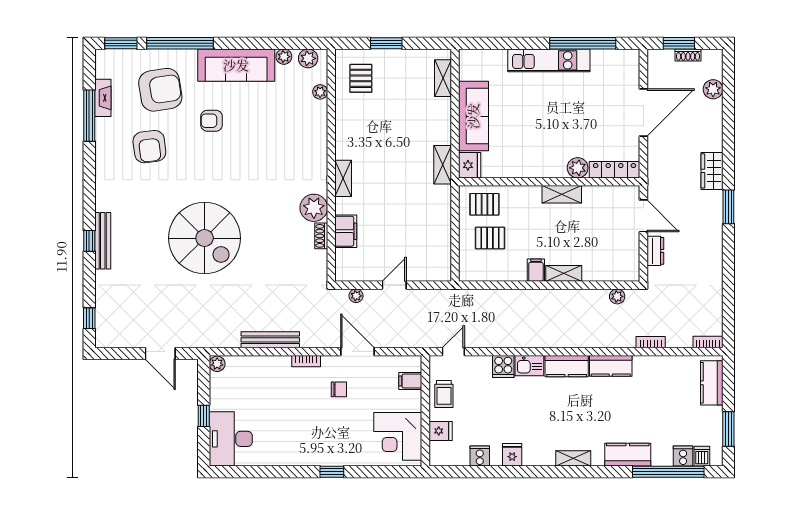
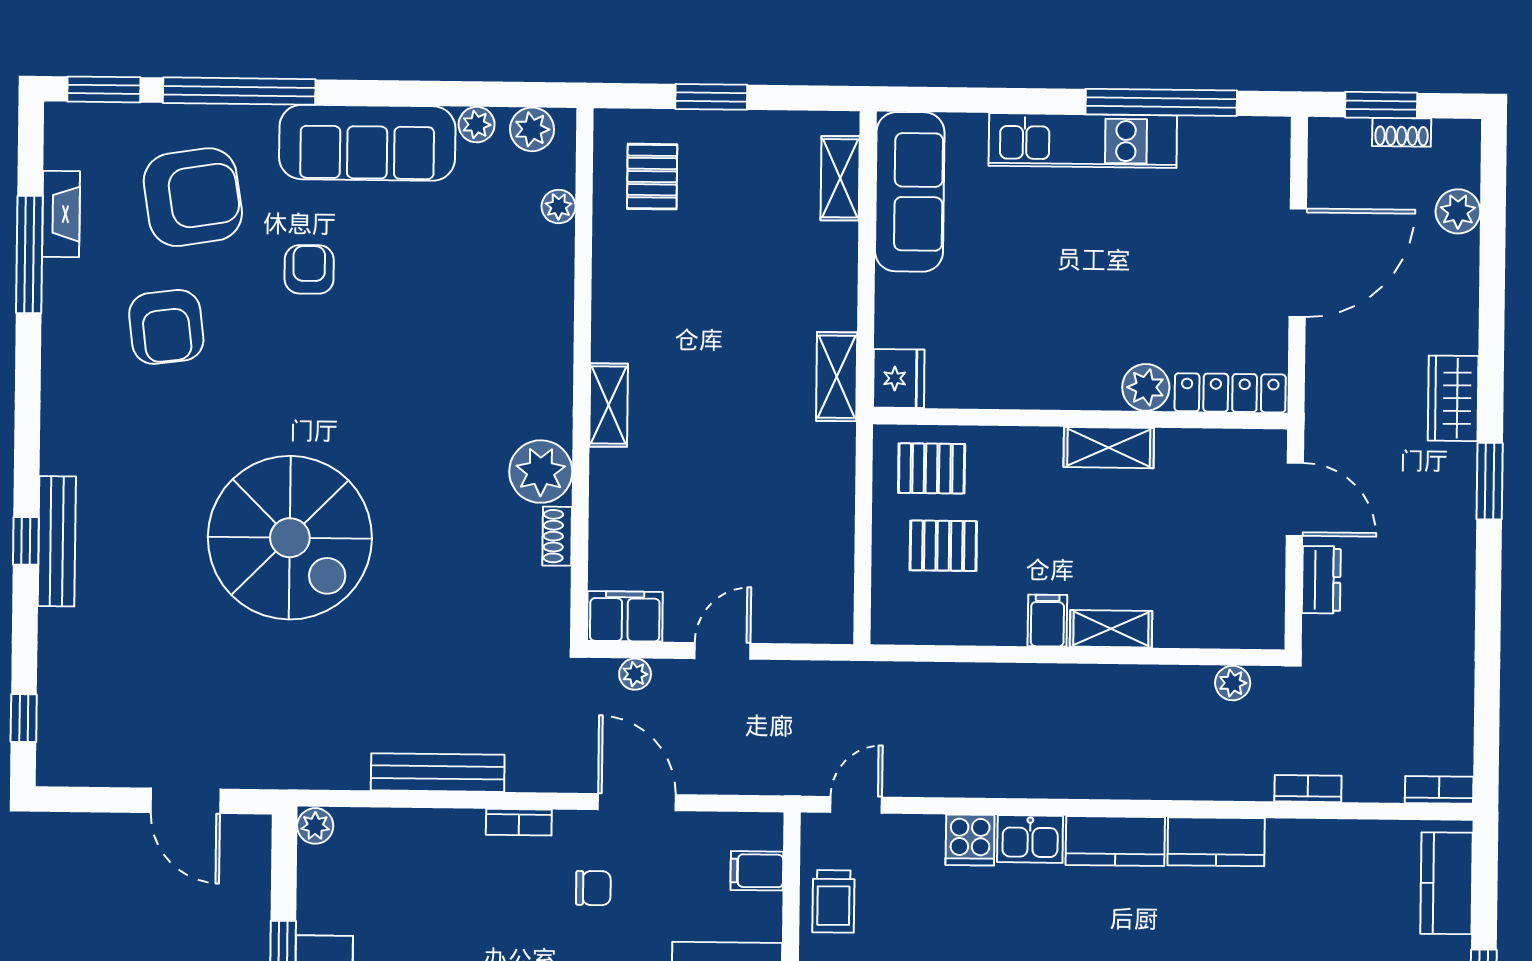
sofa: (473, 116) -> (910, 192), moved
armchair: (212, 121) -> (309, 269), turned 90
filing cabinet: (346, 231) -> (625, 616), moved, turned -90

